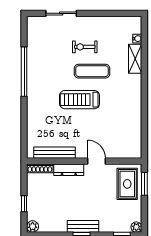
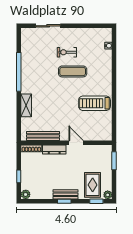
shelving: (135, 59) -> (26, 105), moved
treadmill: (80, 100) -> (95, 103), moved
rug: (127, 184) -> (93, 185), moved

